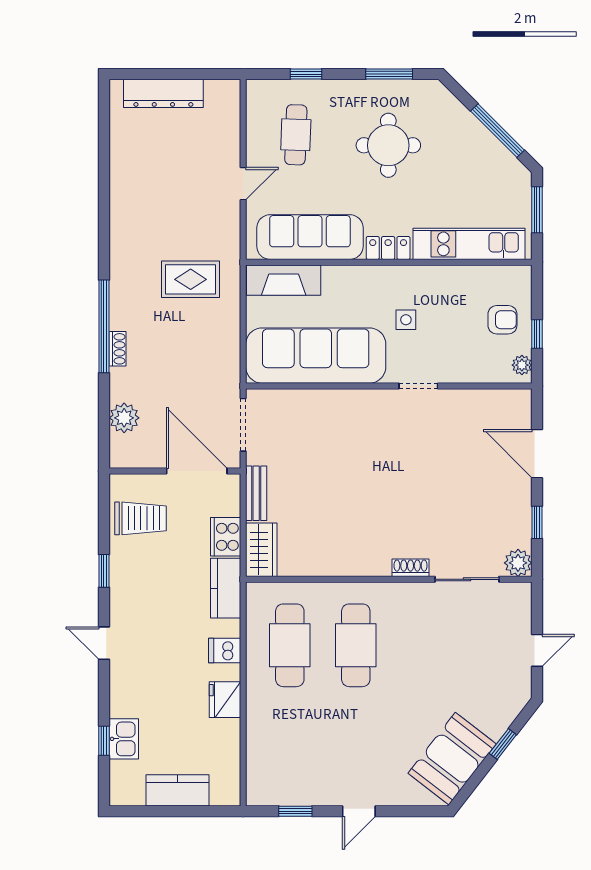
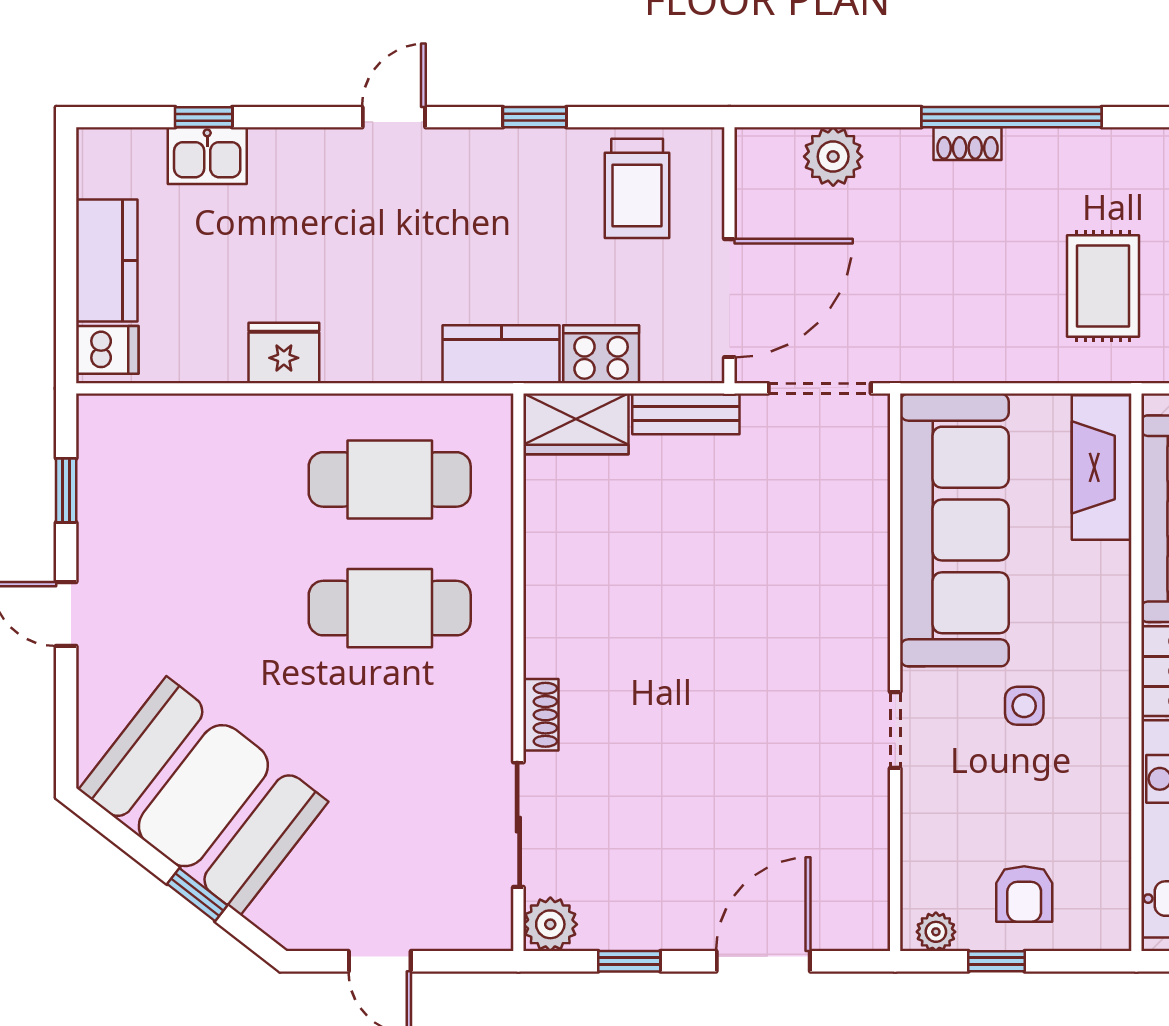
dishwasher: (225, 651) -> (107, 350), moved, turned 90
booth: (452, 759) -> (203, 796), width x1.36, depth x1.42

